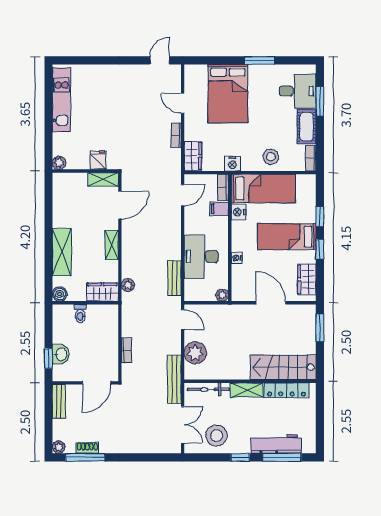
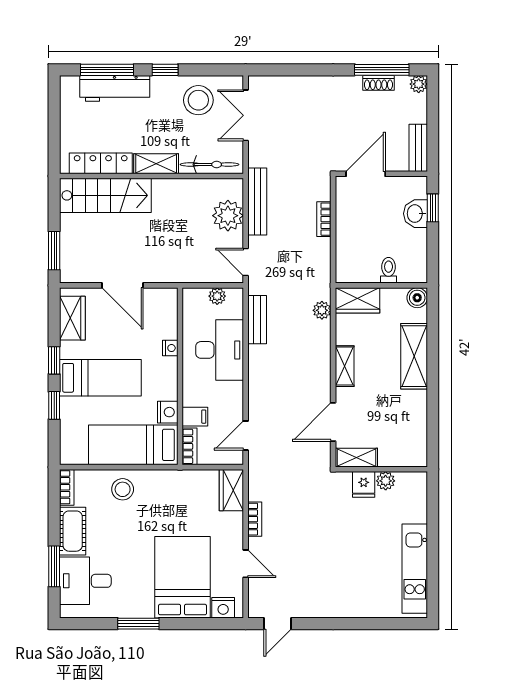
plant: (59, 163) -> (386, 481), moved
nightstand: (232, 164) -> (223, 608), moved, turned 180
plant: (222, 295) -> (217, 296), moved
bench: (174, 379) -> (257, 201), moved

